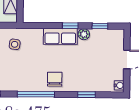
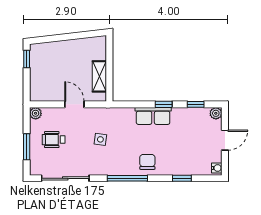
plant: (84, 34) -> (216, 113), moved
side table: (15, 44) -> (100, 139), moved

